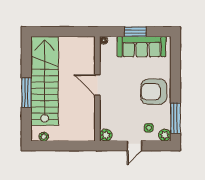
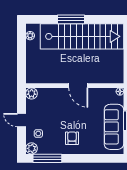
door: (97, 85) -> (78, 86), swing flipped
armchair: (154, 92) -> (72, 138), width x0.53, depth x0.53

